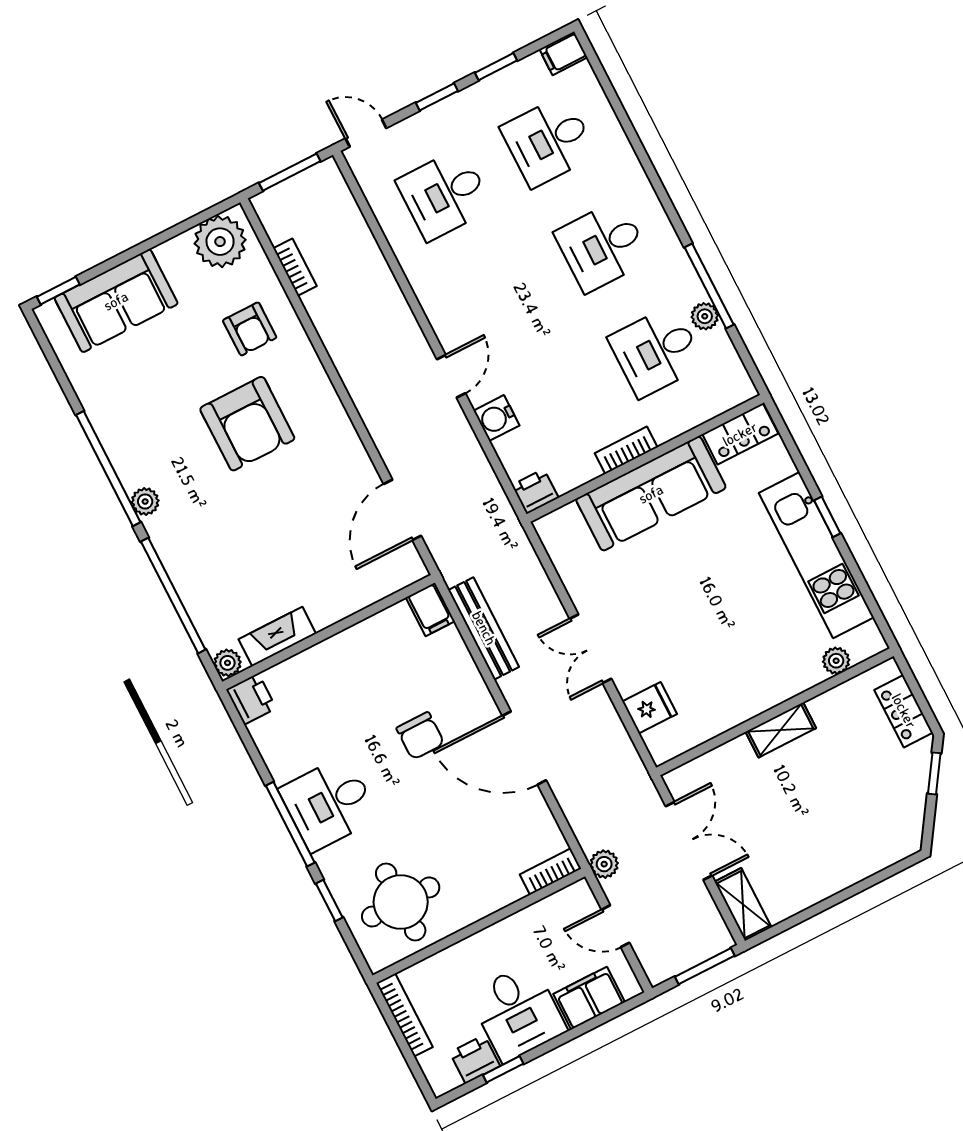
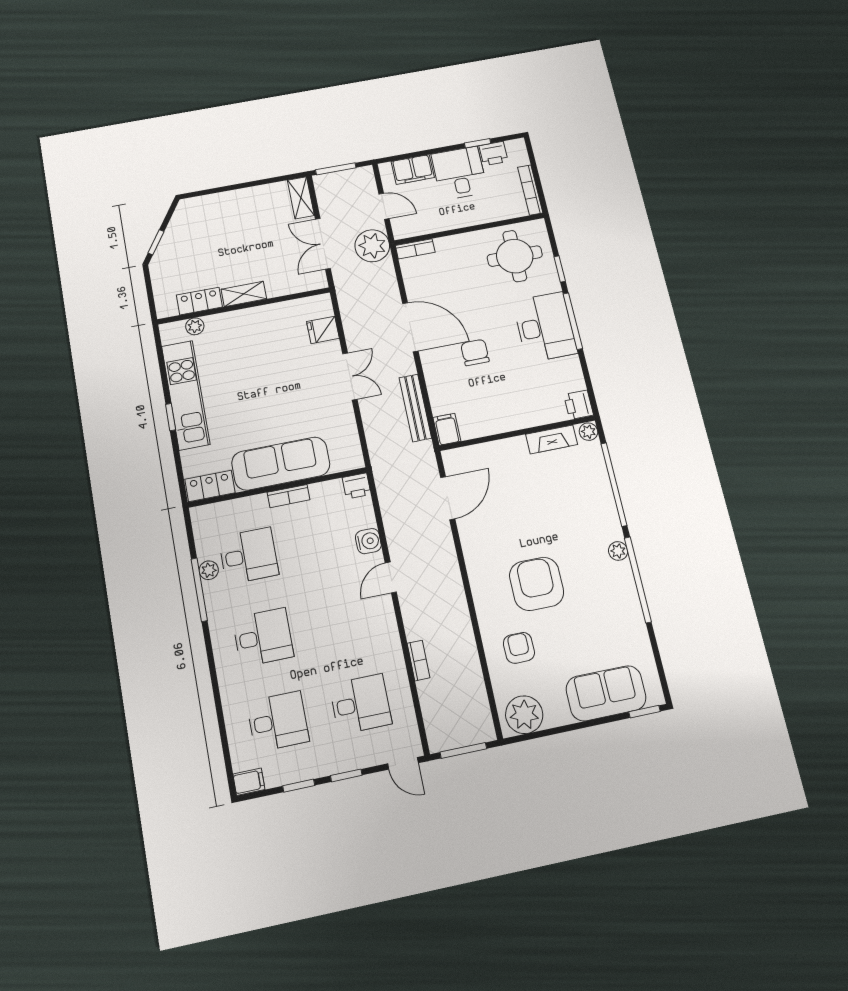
bookcase: (295, 267) -> (419, 660), moved, turned 180
locker: (904, 711) -> (199, 301), moved, turned -90
desk: (329, 804) -> (545, 327), width x1.37
plant: (604, 864) -> (372, 246), width x1.88, depth x1.88

